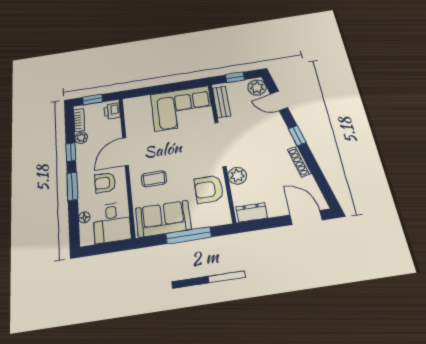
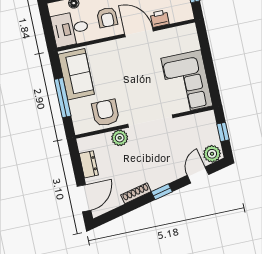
bench: (221, 102) -> (195, 120), removed
printer: (112, 111) -> (160, 19), moved
coffee table: (154, 179) -> (113, 62), removed
armchair: (105, 183) -> (107, 17), turned 180
dresser: (252, 212) -> (89, 164), moved

